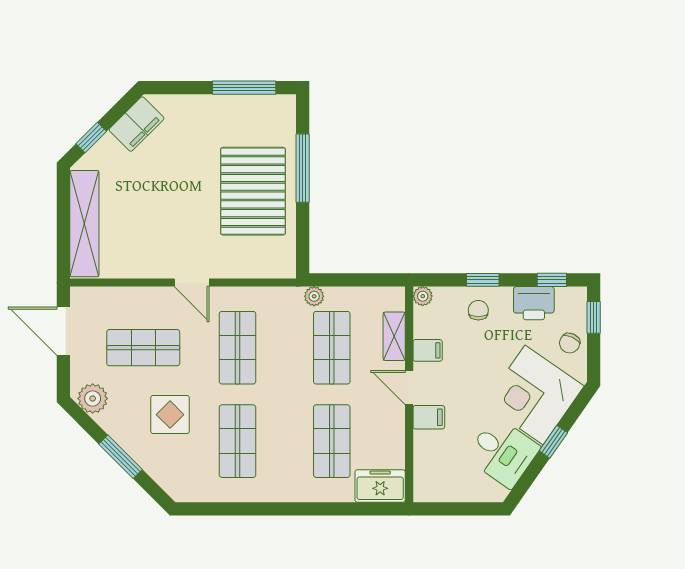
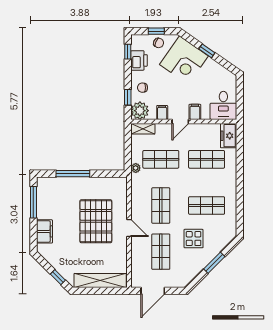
filing cabinet: (137, 124) -> (45, 231), moved, turned 45
pallet: (253, 191) -> (96, 221), moved, turned 90
window: (483, 280) -> (128, 97), moved
door: (192, 283) -> (129, 228), hinge flipped
plant: (423, 296) -> (140, 111), width x1.88, depth x1.88
window: (594, 317) -> (156, 31), moved
shelving: (394, 336) -> (143, 129), moved
shop shelf: (238, 348) -> (161, 205), turned 90
plant: (93, 398) -> (186, 276), removed
desk: (503, 452) -> (223, 105), moved, turned 145

